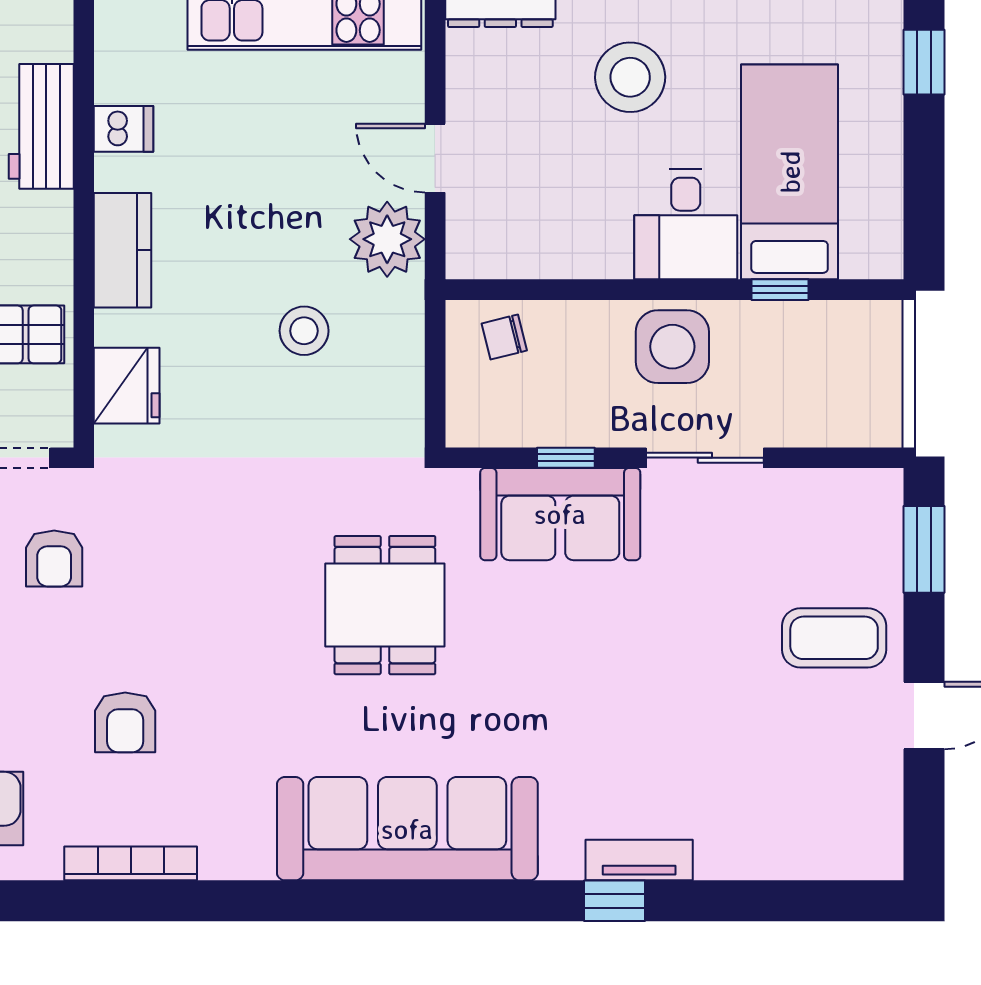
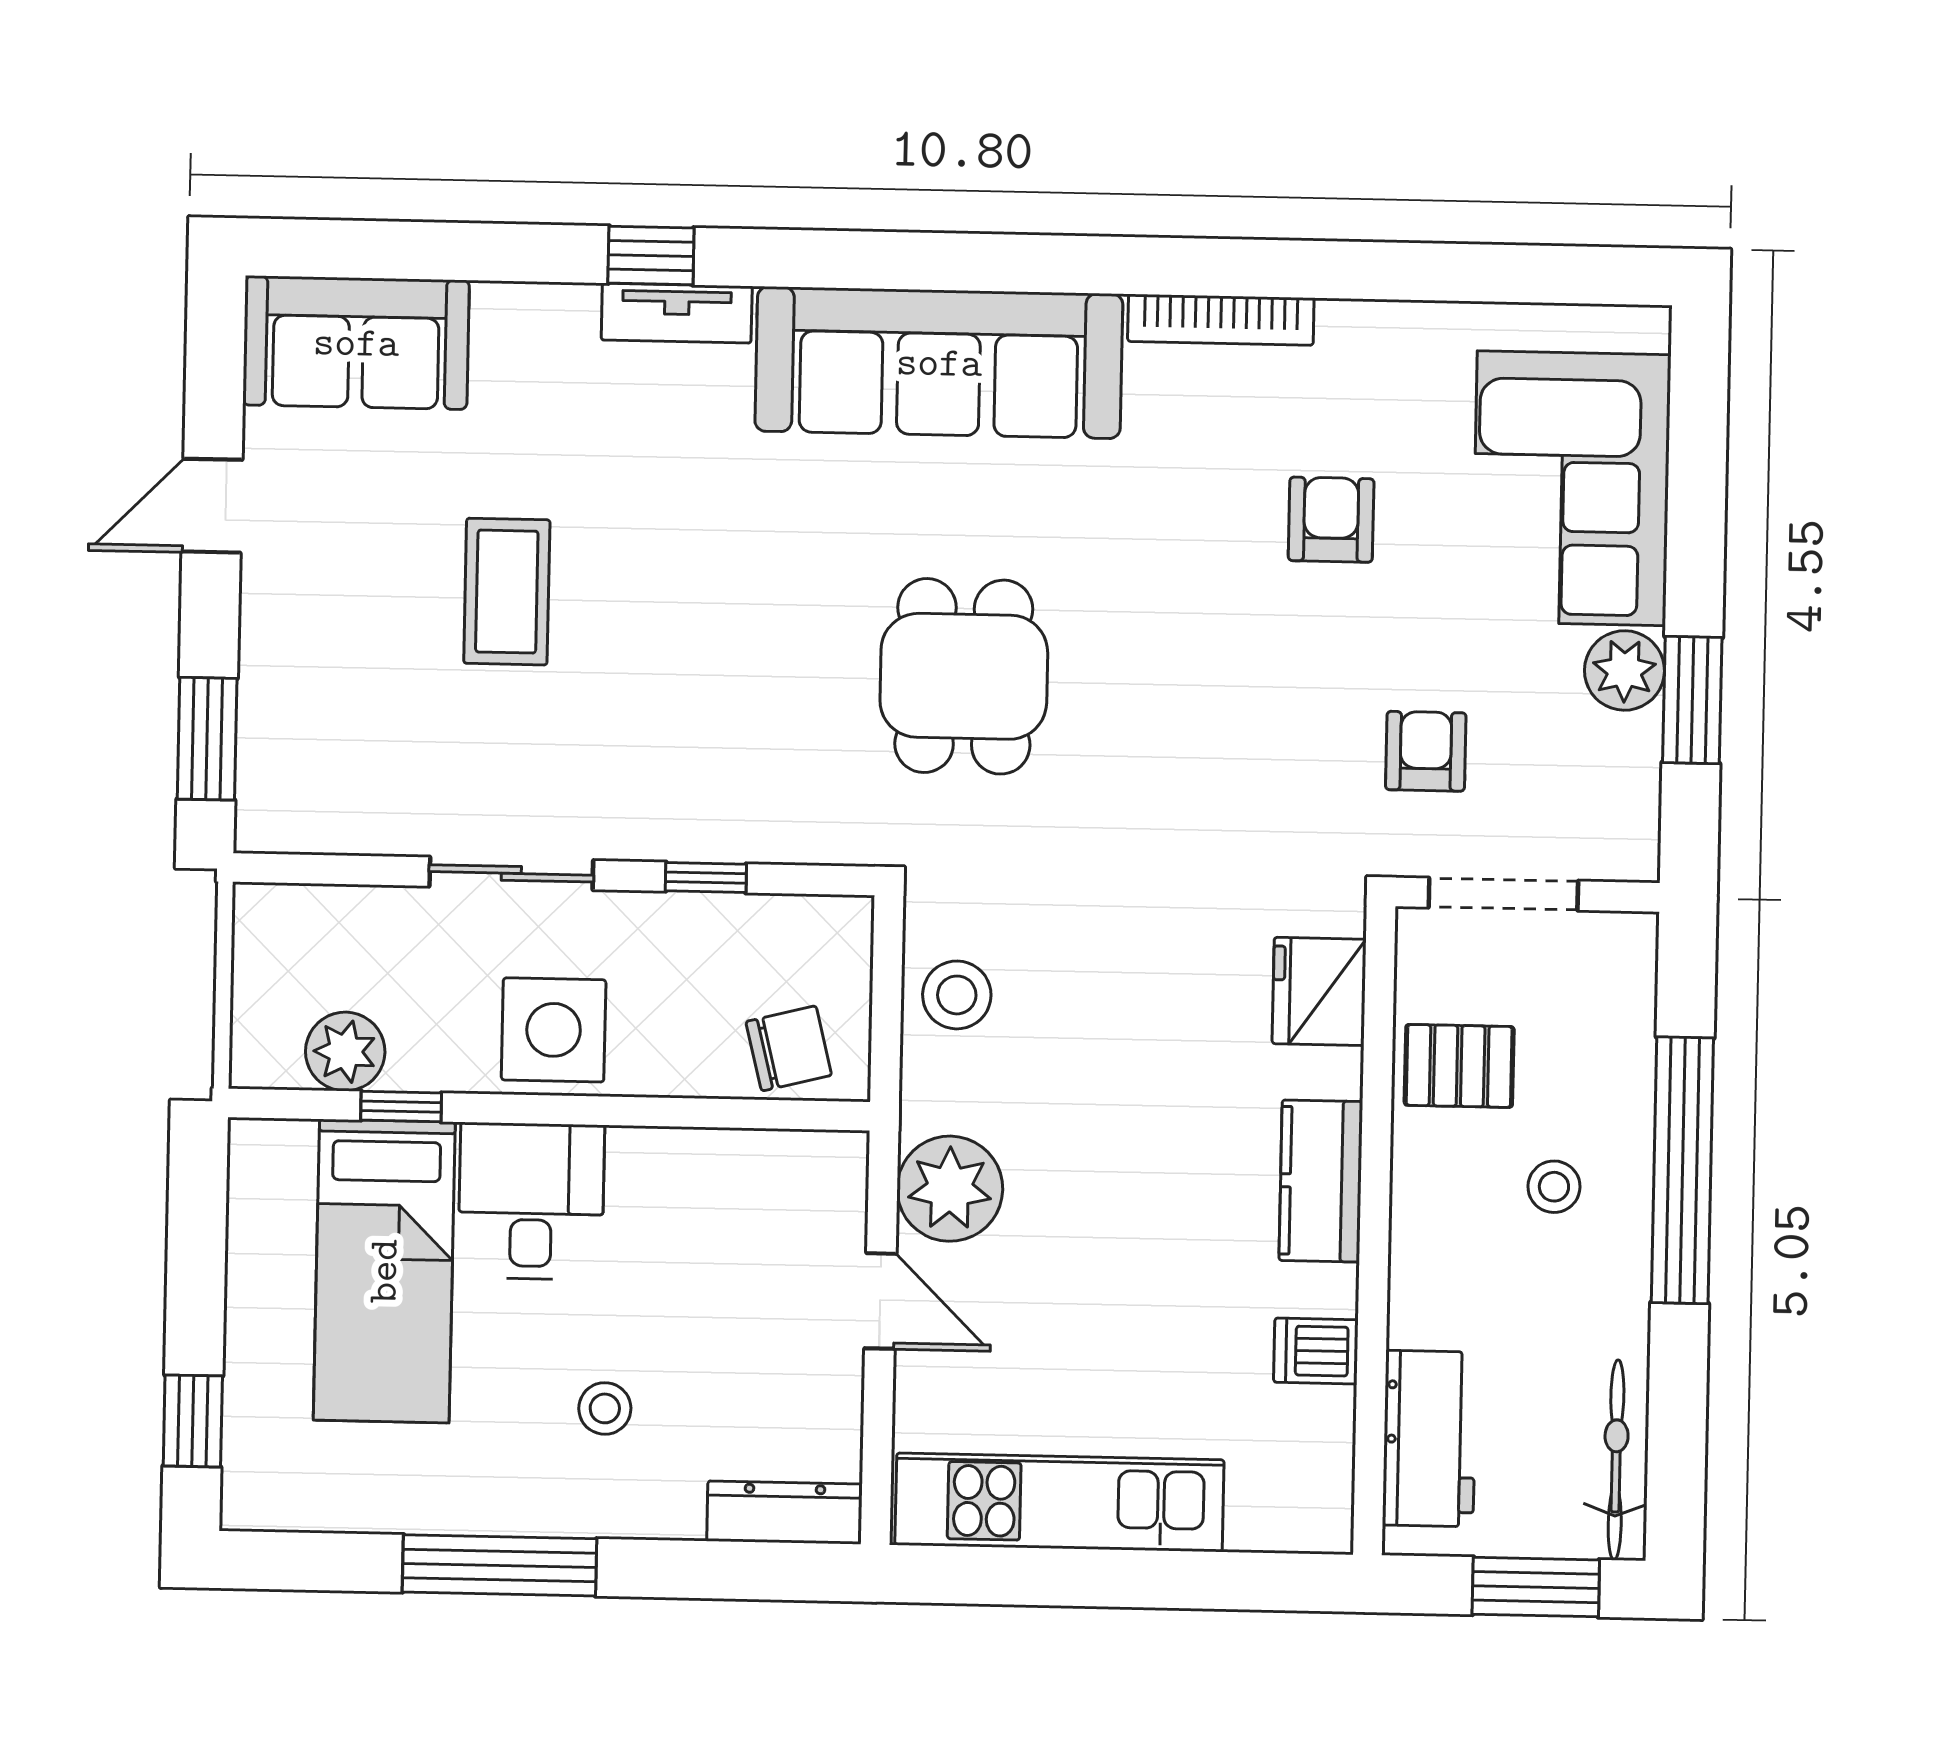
stool: (630, 77) -> (605, 1408), width x0.53, depth x0.53
workbench: (41, 126) -> (1429, 1439), moved
plant: (821, 328) -> (345, 1052), added
stool: (304, 331) -> (957, 995), moved
chair: (504, 337) -> (789, 1048), width x1.37, depth x1.37
sofa: (560, 514) -> (356, 343), moved, turned 180
coffee table: (834, 638) -> (507, 592), moved, turned 90
tv unit: (639, 860) -> (677, 313), moved
bookcase: (131, 863) -> (1221, 320), moved

